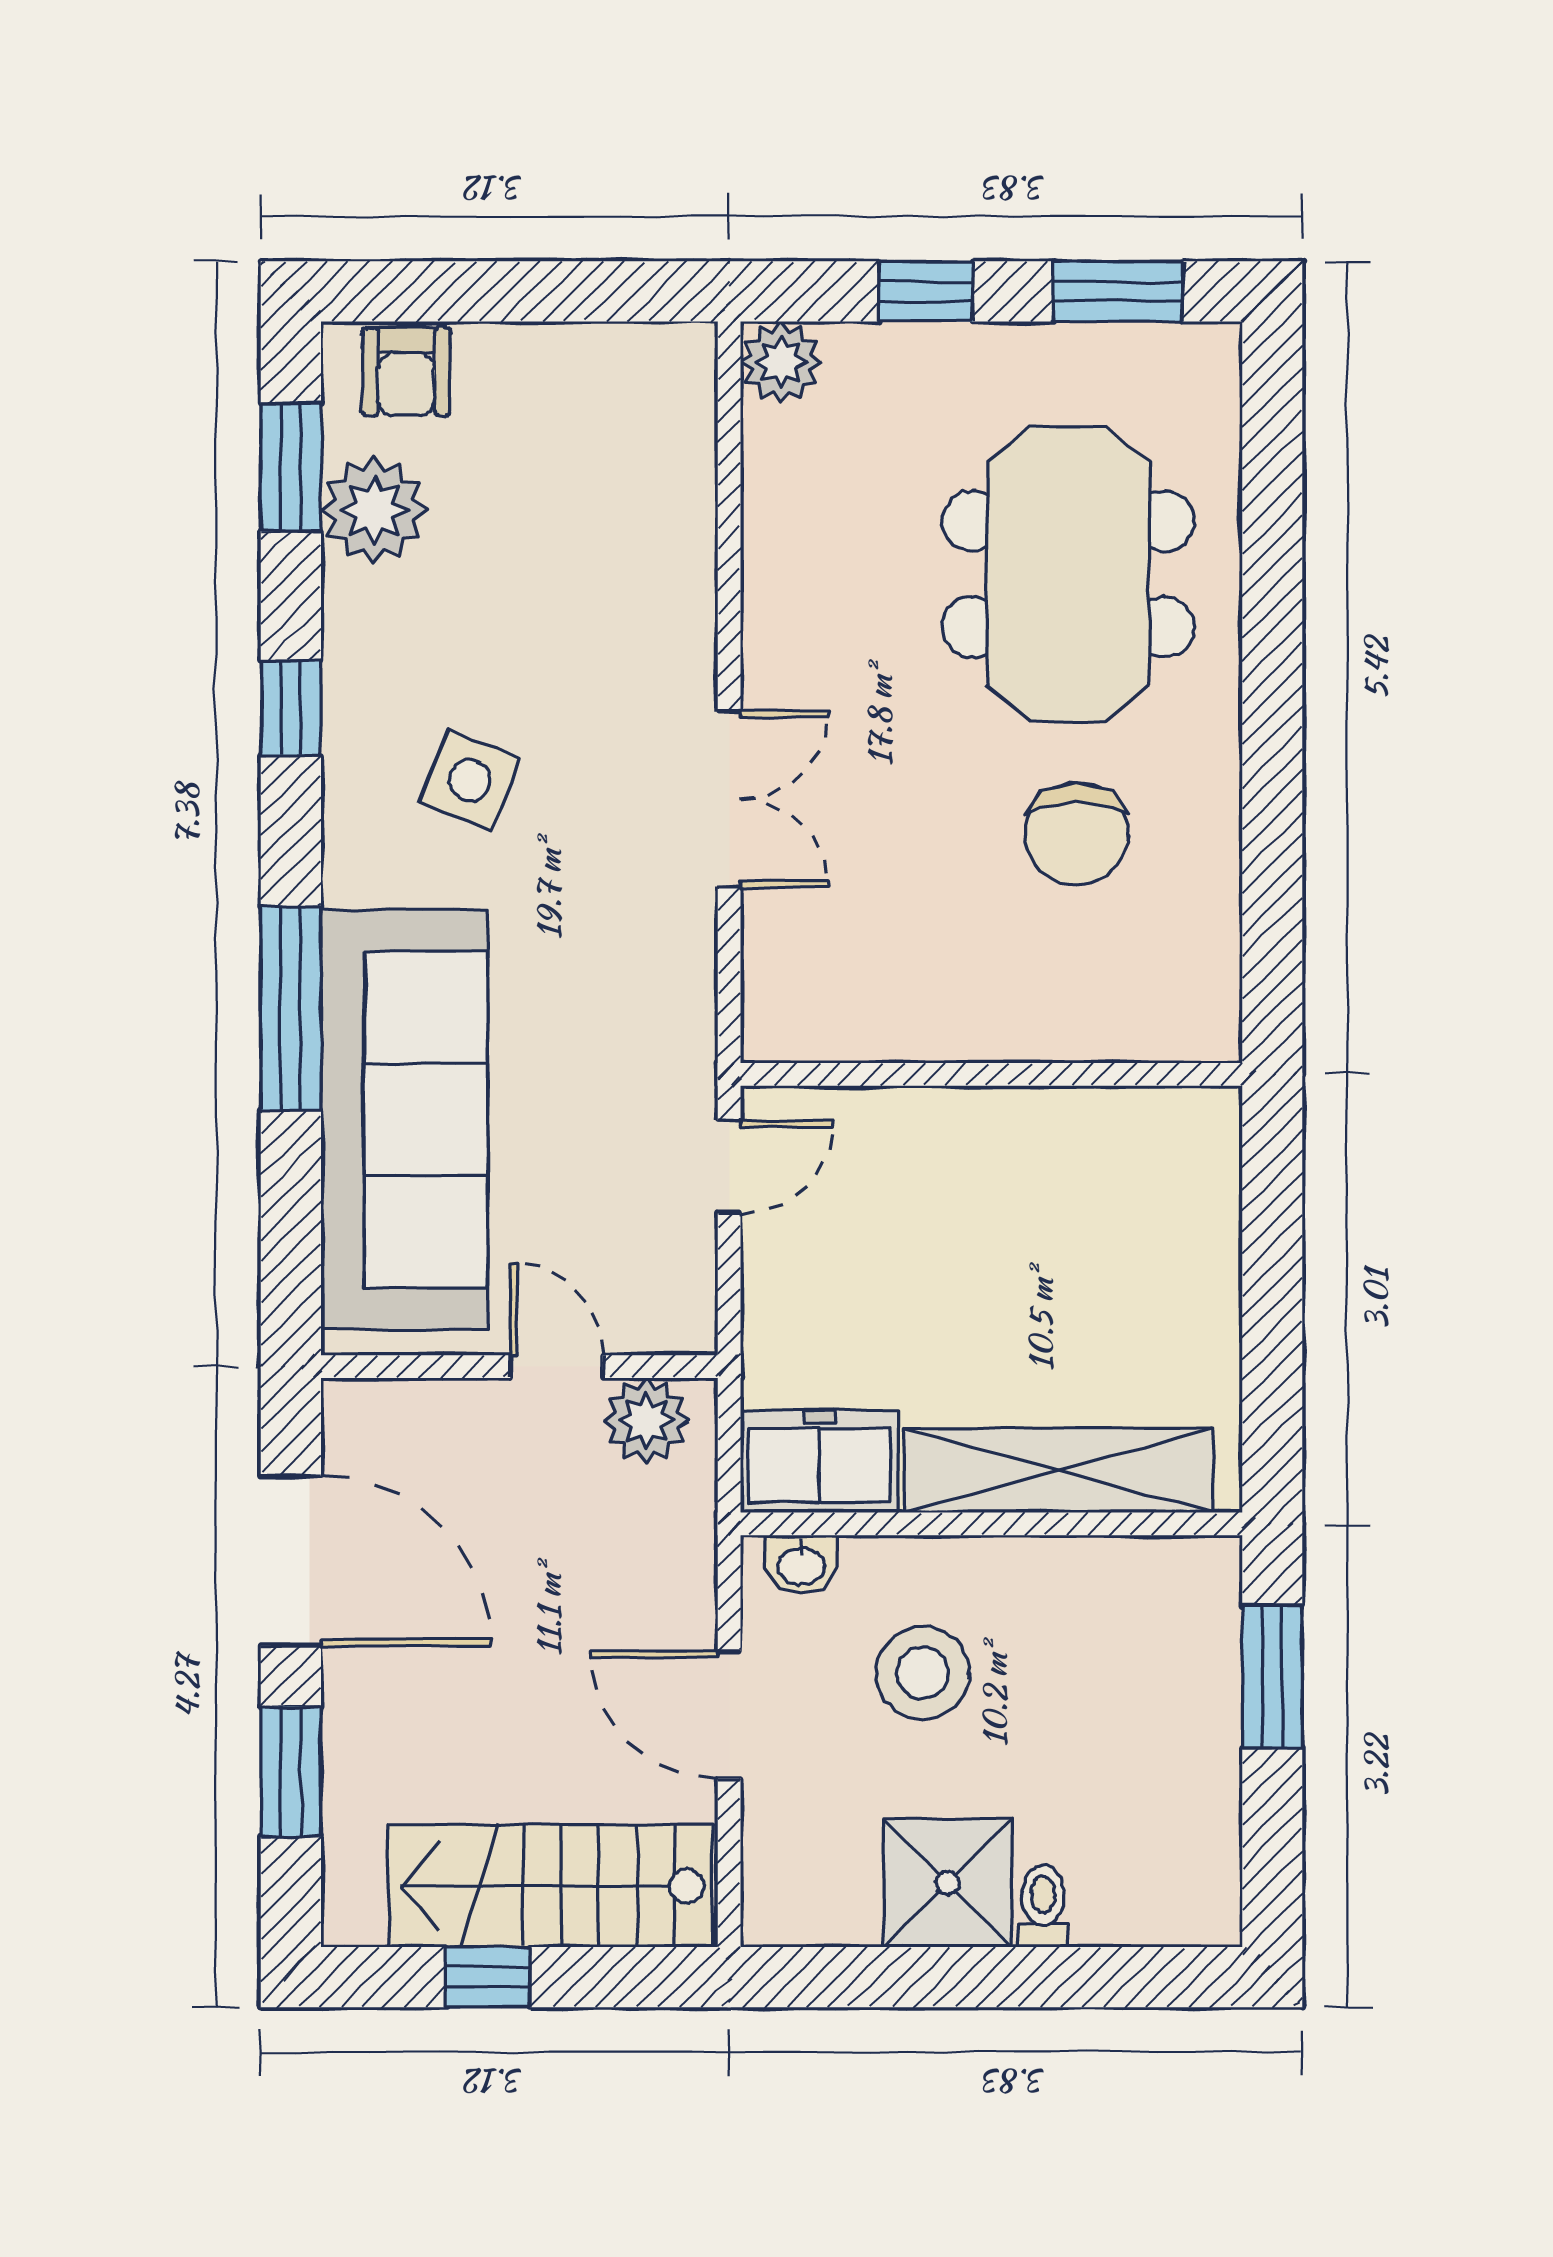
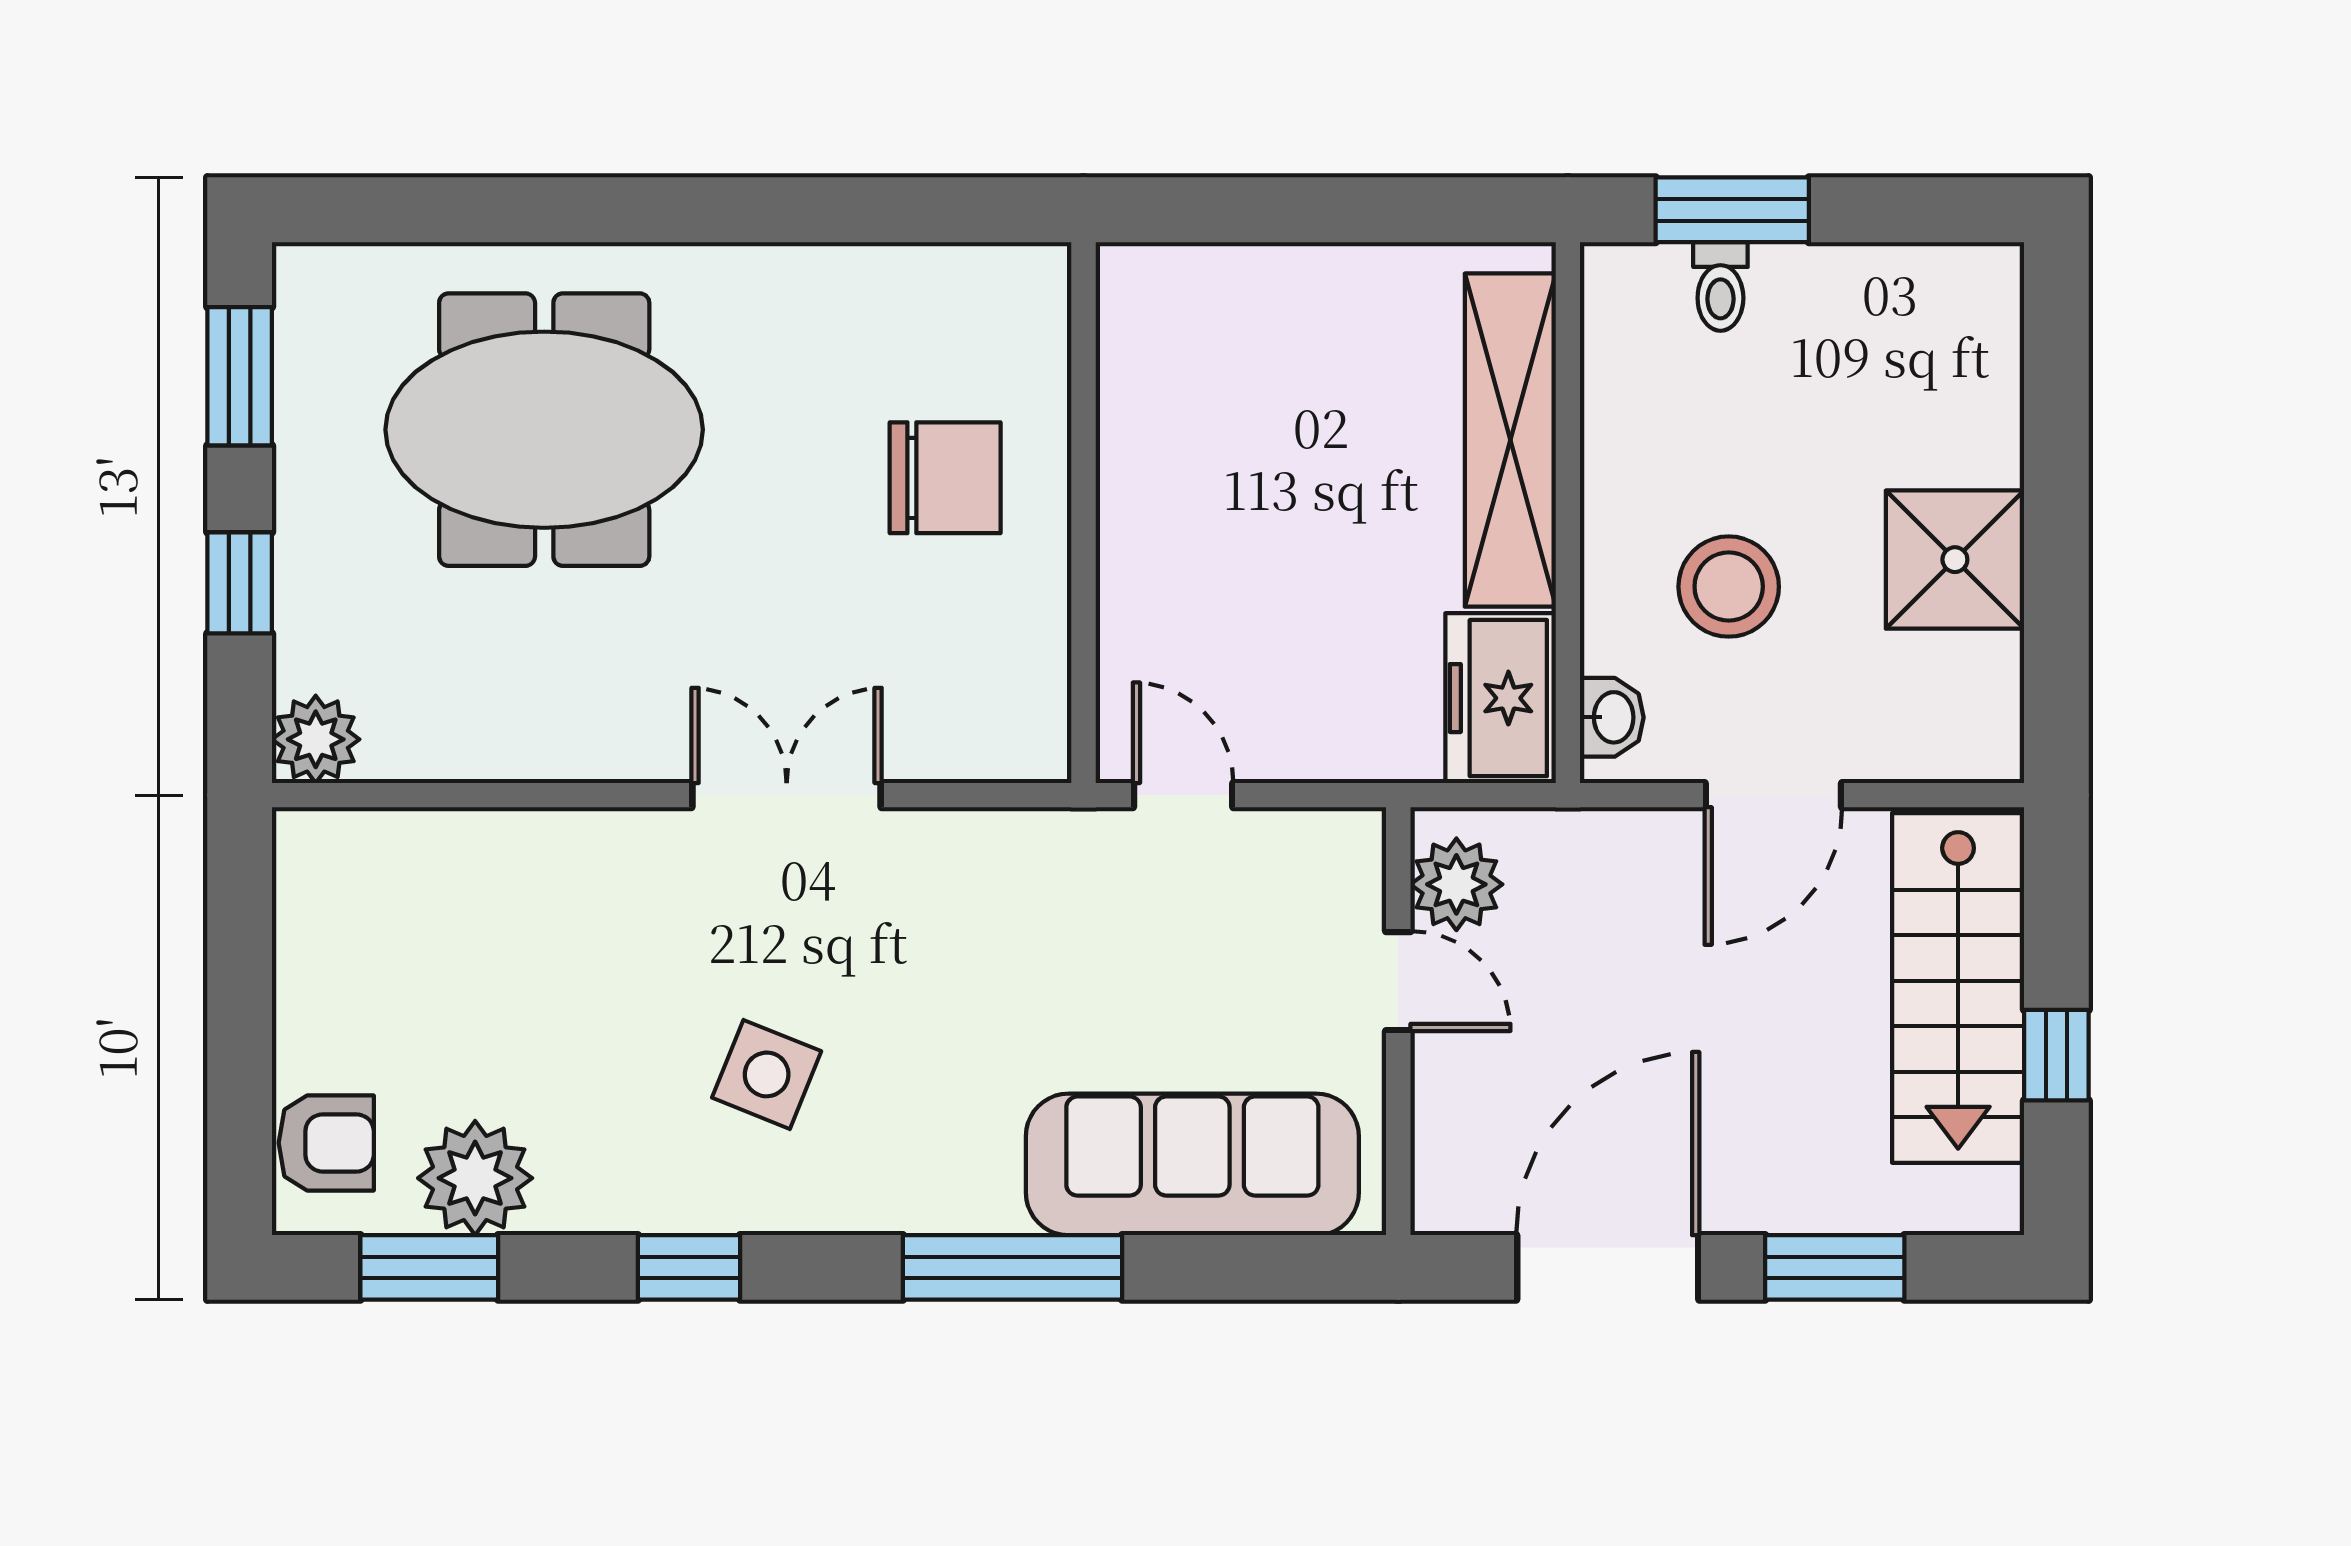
chair: (1077, 834) -> (945, 478), moved
sofa: (404, 1120) -> (1192, 1164), width x0.74, depth x0.79
door: (557, 1367) -> (1398, 981), swing flipped
toilet: (1043, 1906) -> (1720, 286), moved, turned -90

